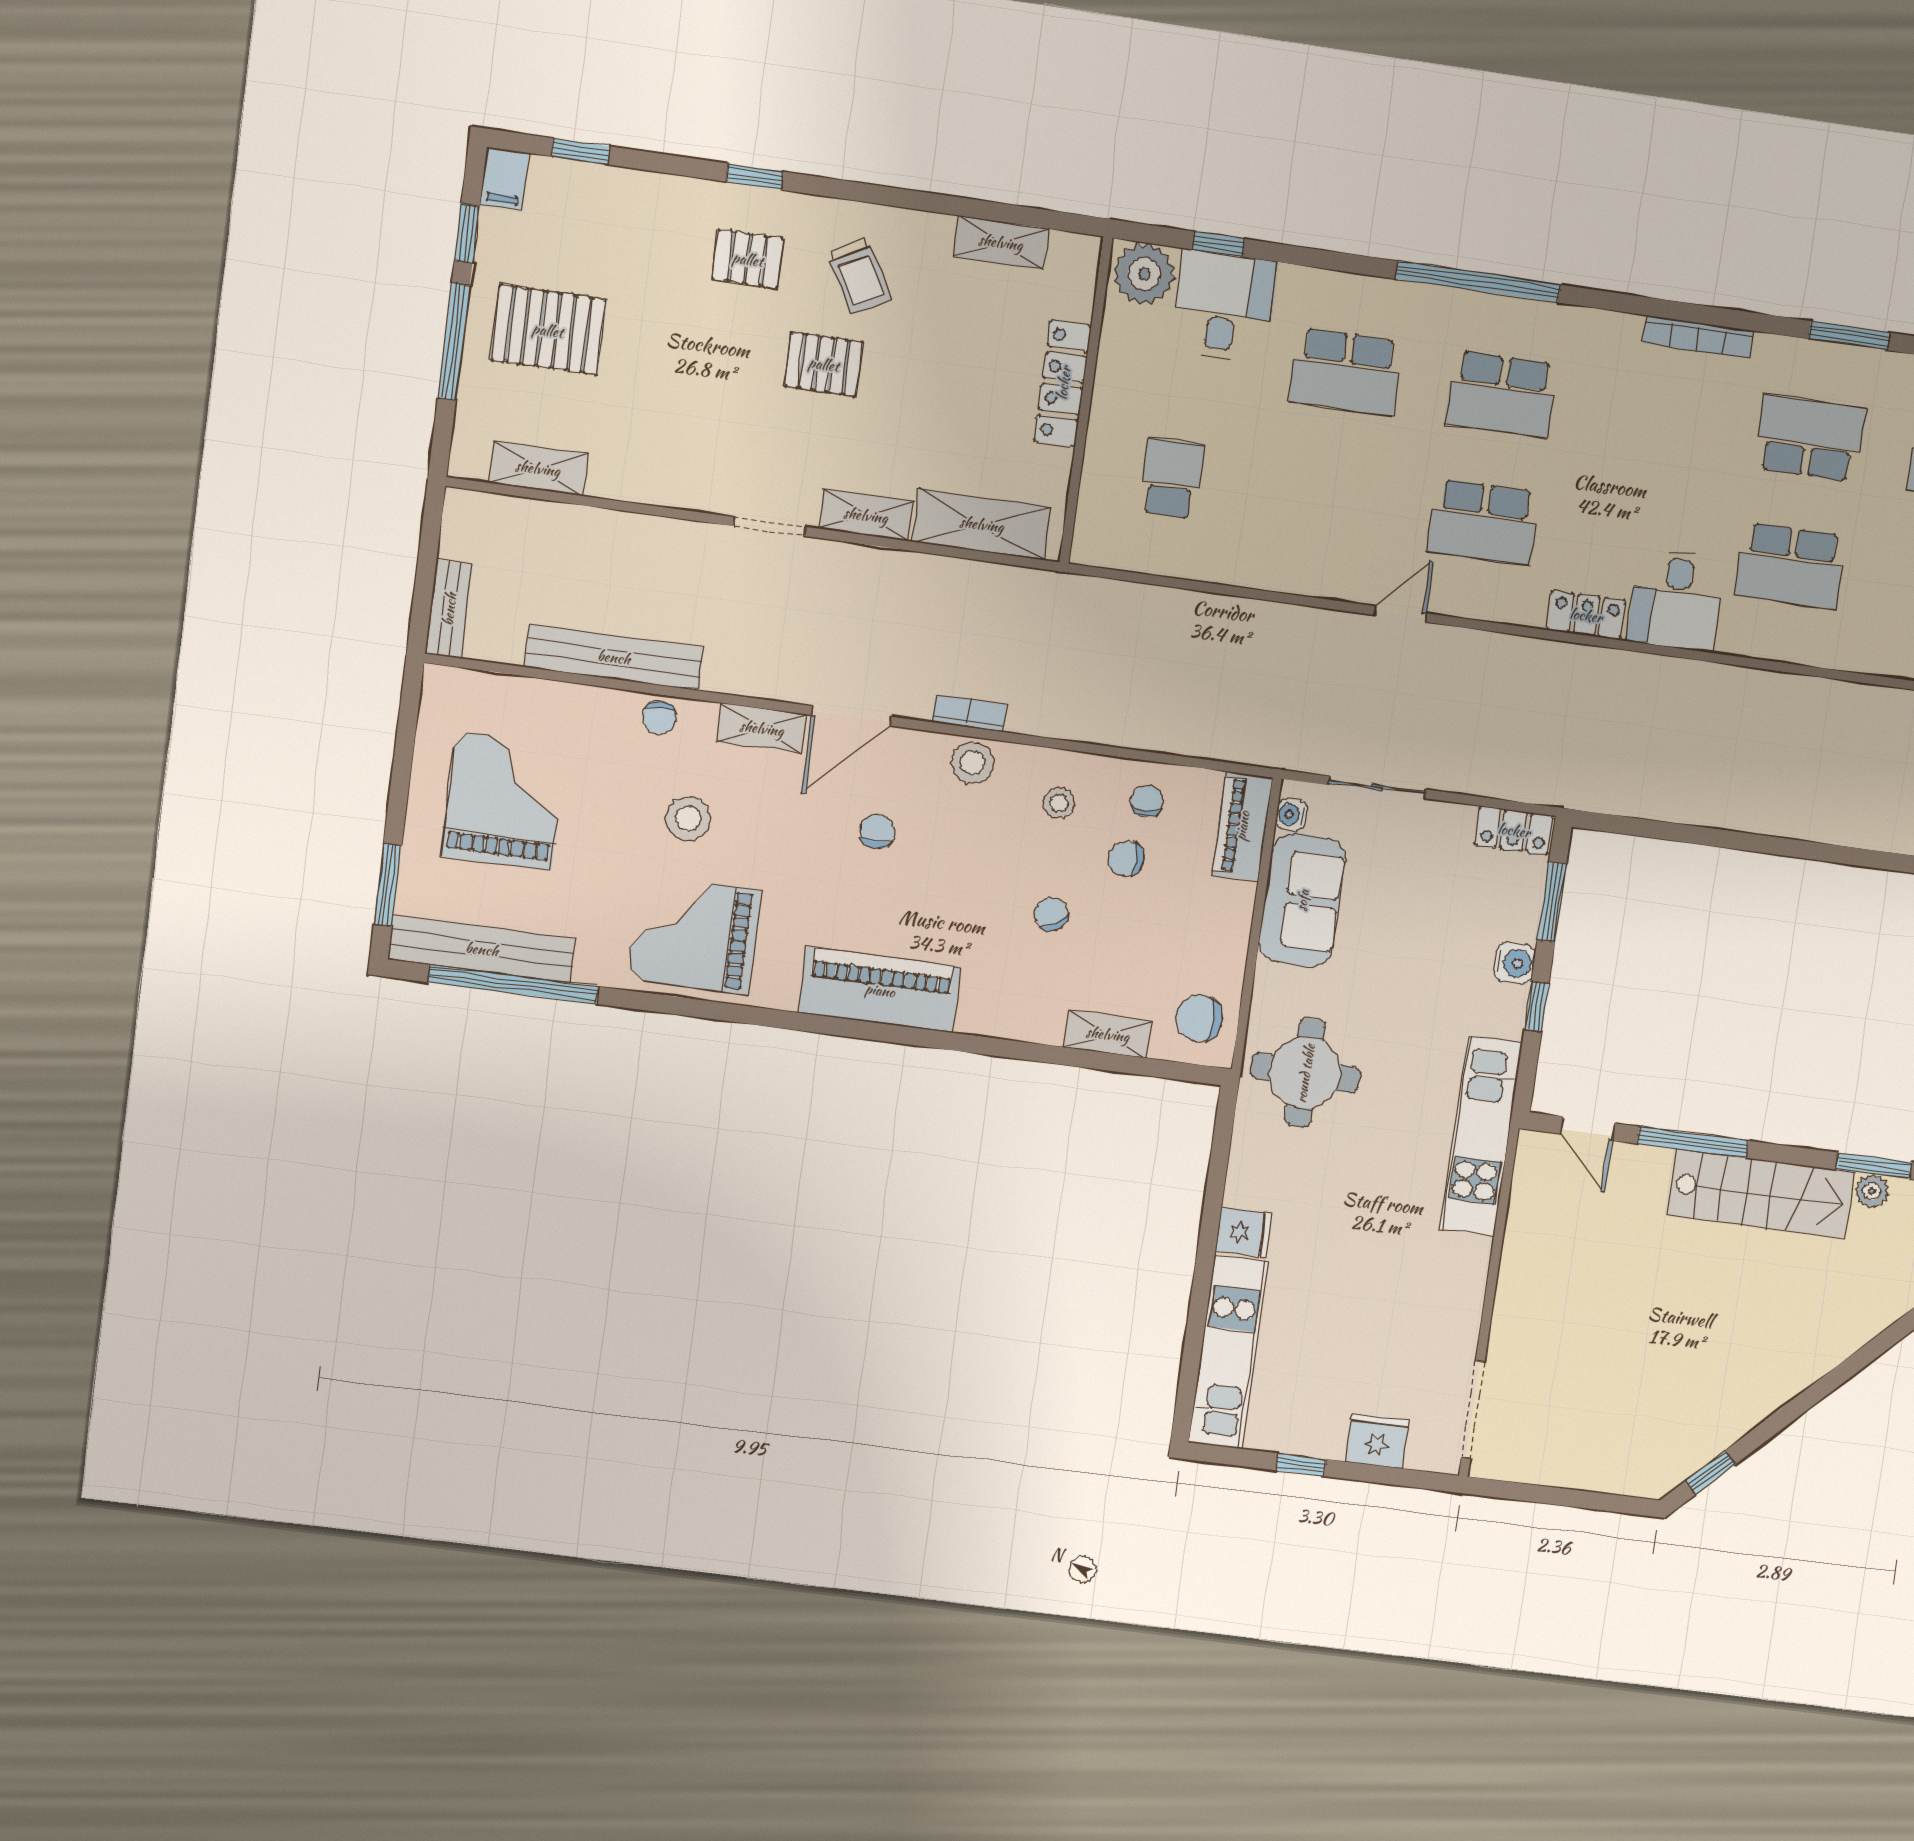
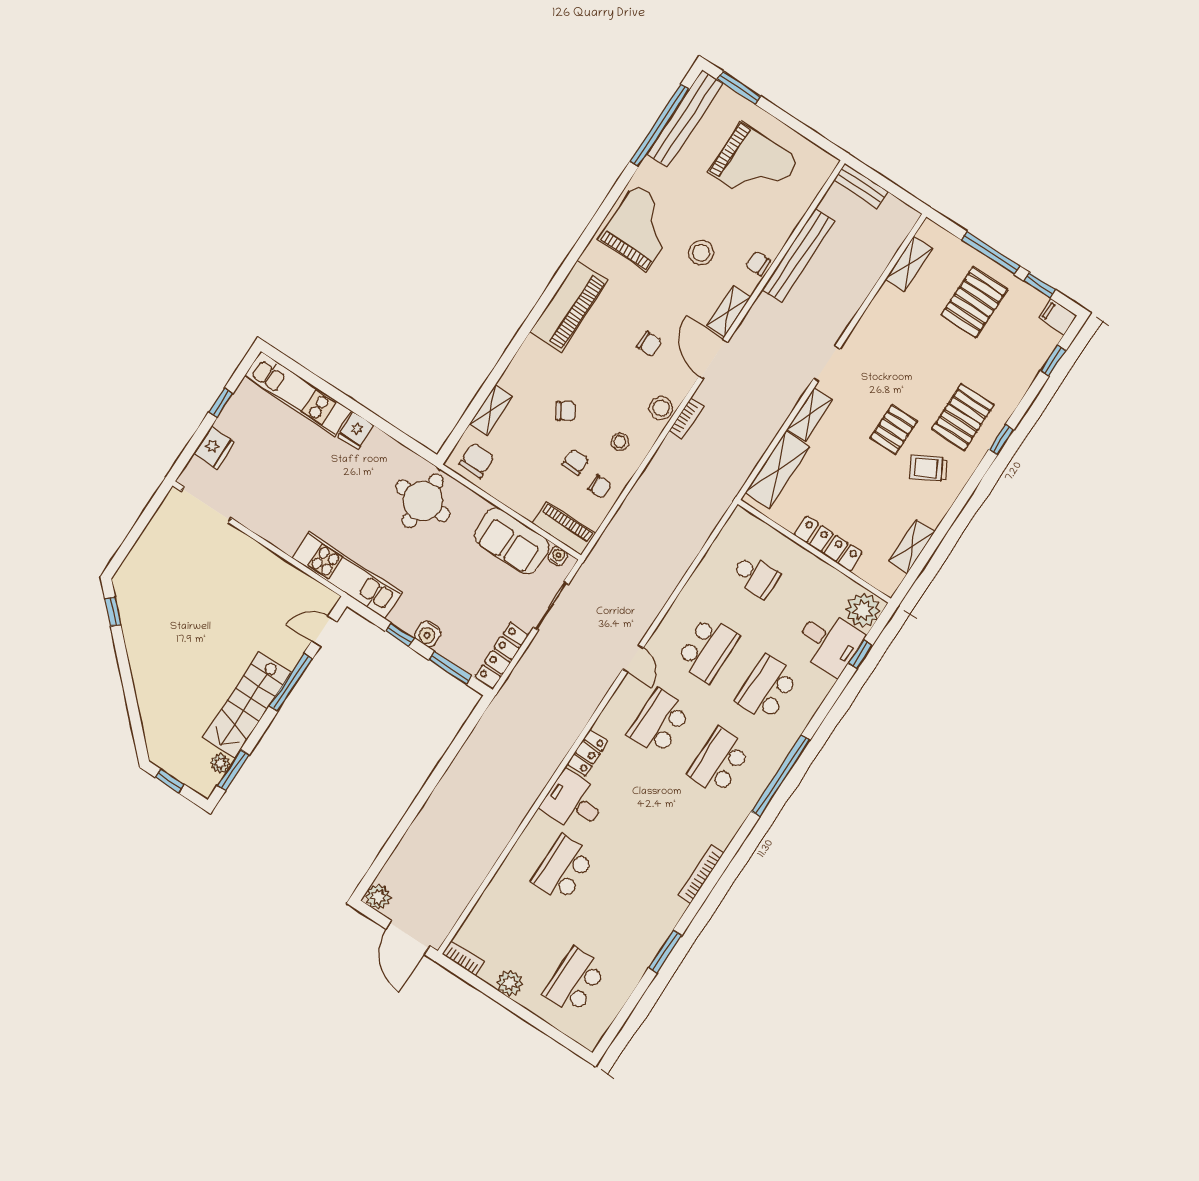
pallet: (748, 259) -> (963, 417), width x1.50, depth x1.42
school desk: (1810, 438) -> (707, 649), moved
locker: (1514, 830) -> (502, 655), width x1.53

